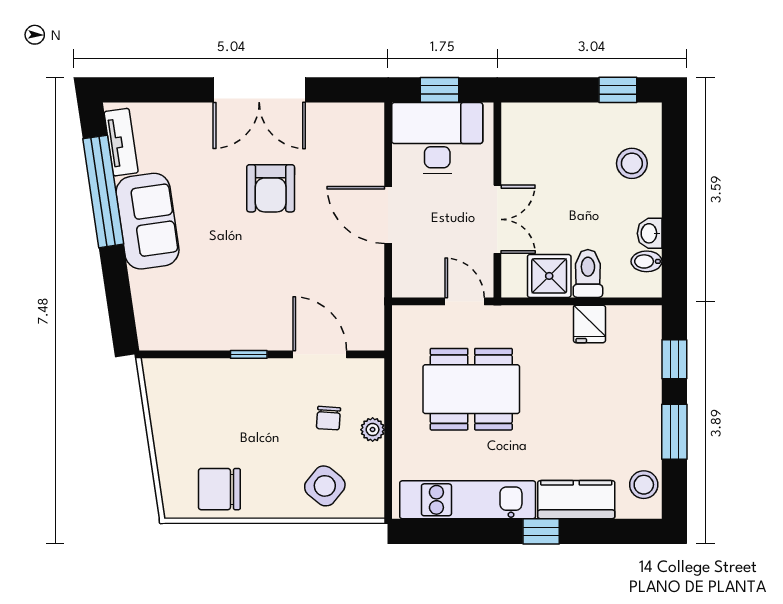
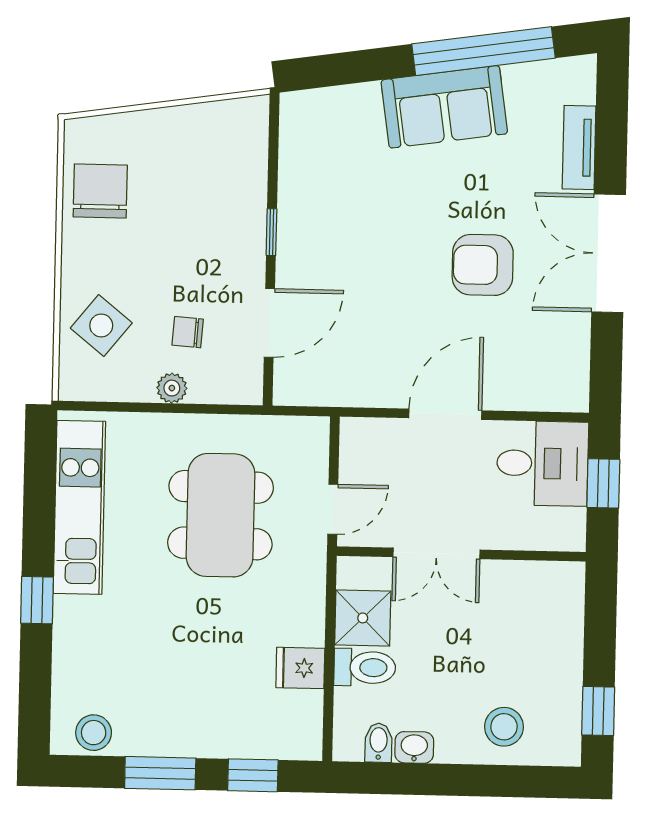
desk: (437, 138) -> (542, 463), width x0.73
tv unit: (121, 142) -> (579, 148), moved, turned 98
kitchen counter: (576, 500) -> (76, 646), removed

